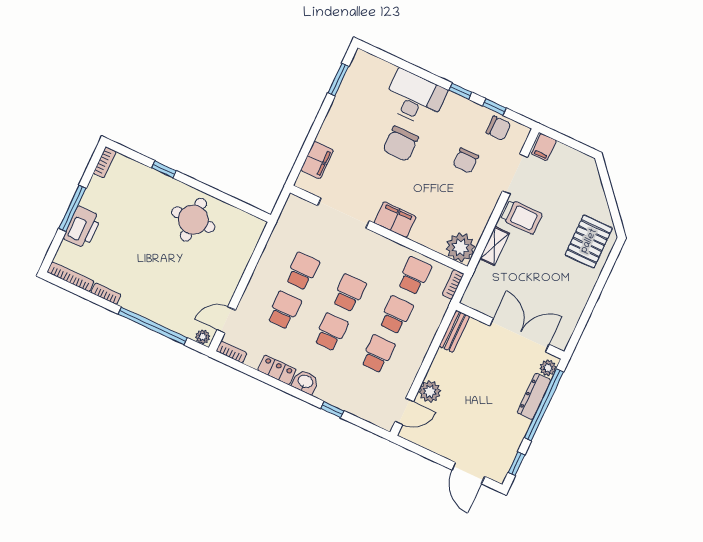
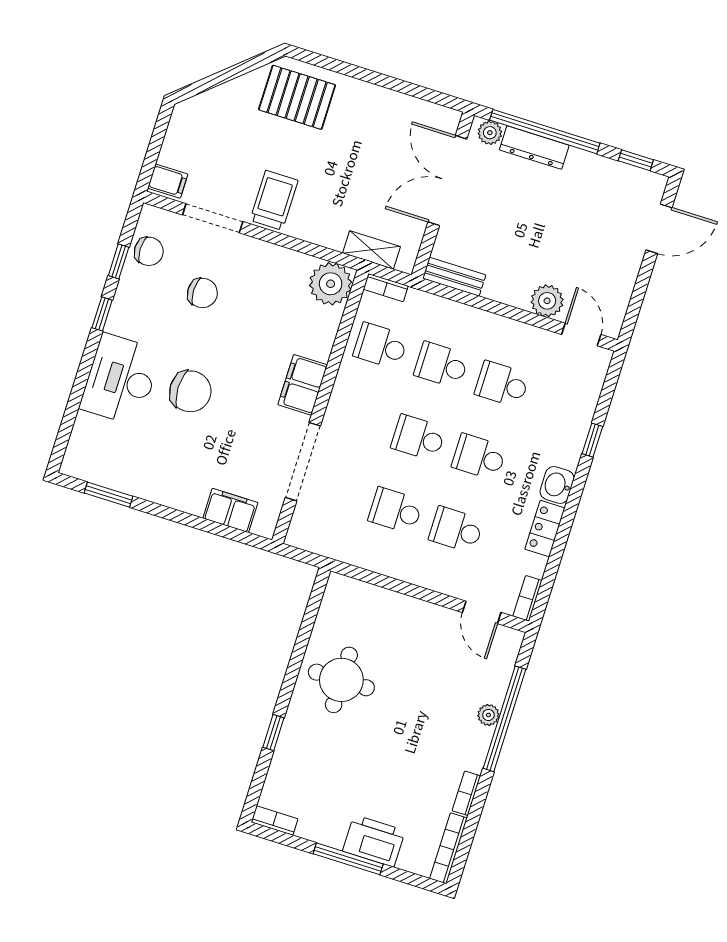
chair: (498, 128) -> (149, 251), turned 90
shelving: (495, 246) -> (372, 250), moved
plant: (203, 337) -> (488, 715), moved

